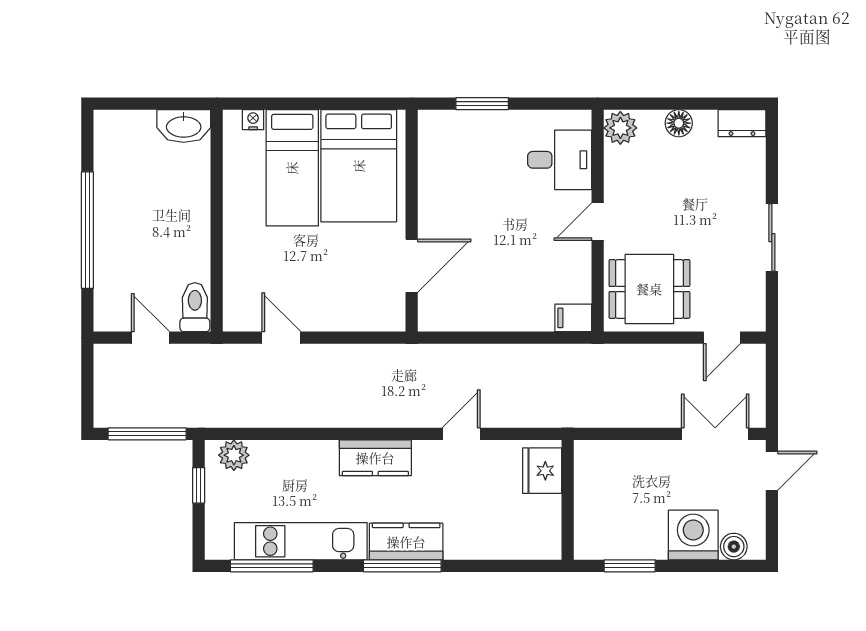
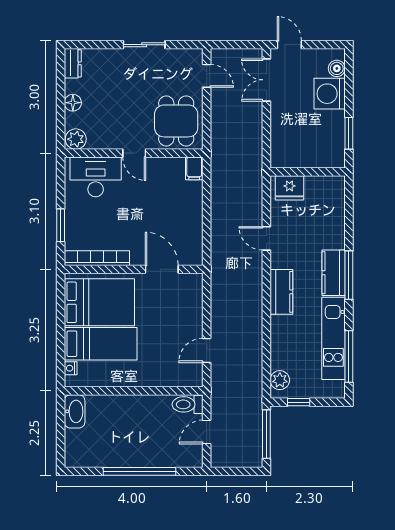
desk: (560, 160) -> (96, 177), width x1.37
bookcase: (429, 162) -> (97, 258), added

